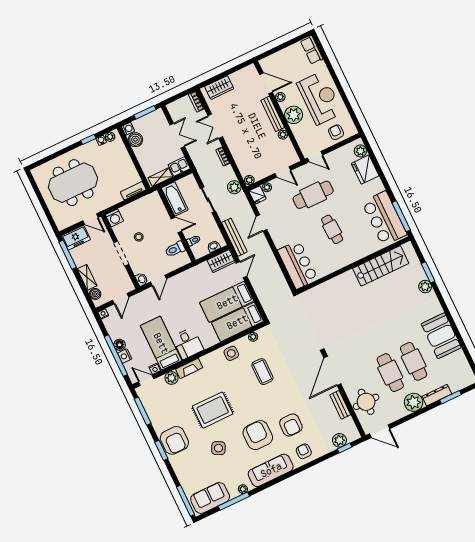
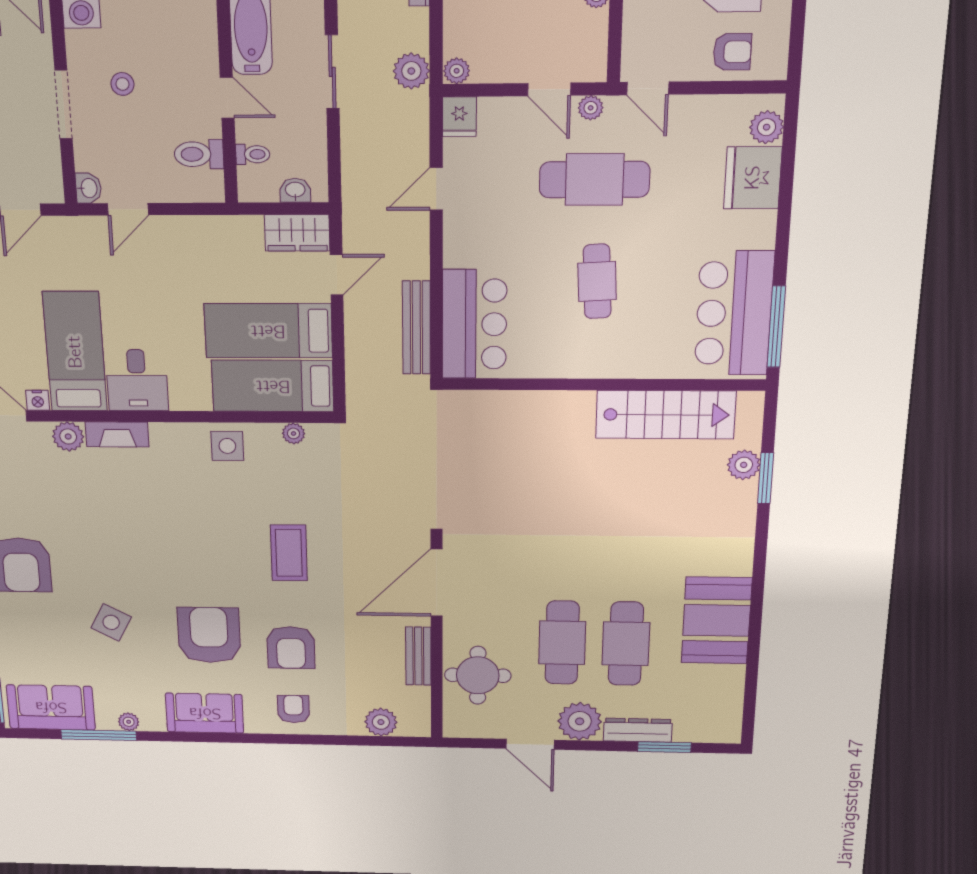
armchair: (336, 132) -> (732, 52), turned 90
plant: (267, 187) -> (591, 108), moved
bench: (234, 237) -> (416, 328), moved
plant: (425, 287) -> (744, 465), moved
coffee table: (262, 372) -> (289, 553), moved
rug: (213, 410) -> (132, 543), removed
door: (380, 431) -> (530, 744), moved
window: (345, 448) -> (384, 741), removed
sofa: (271, 470) -> (205, 713), width x0.73

